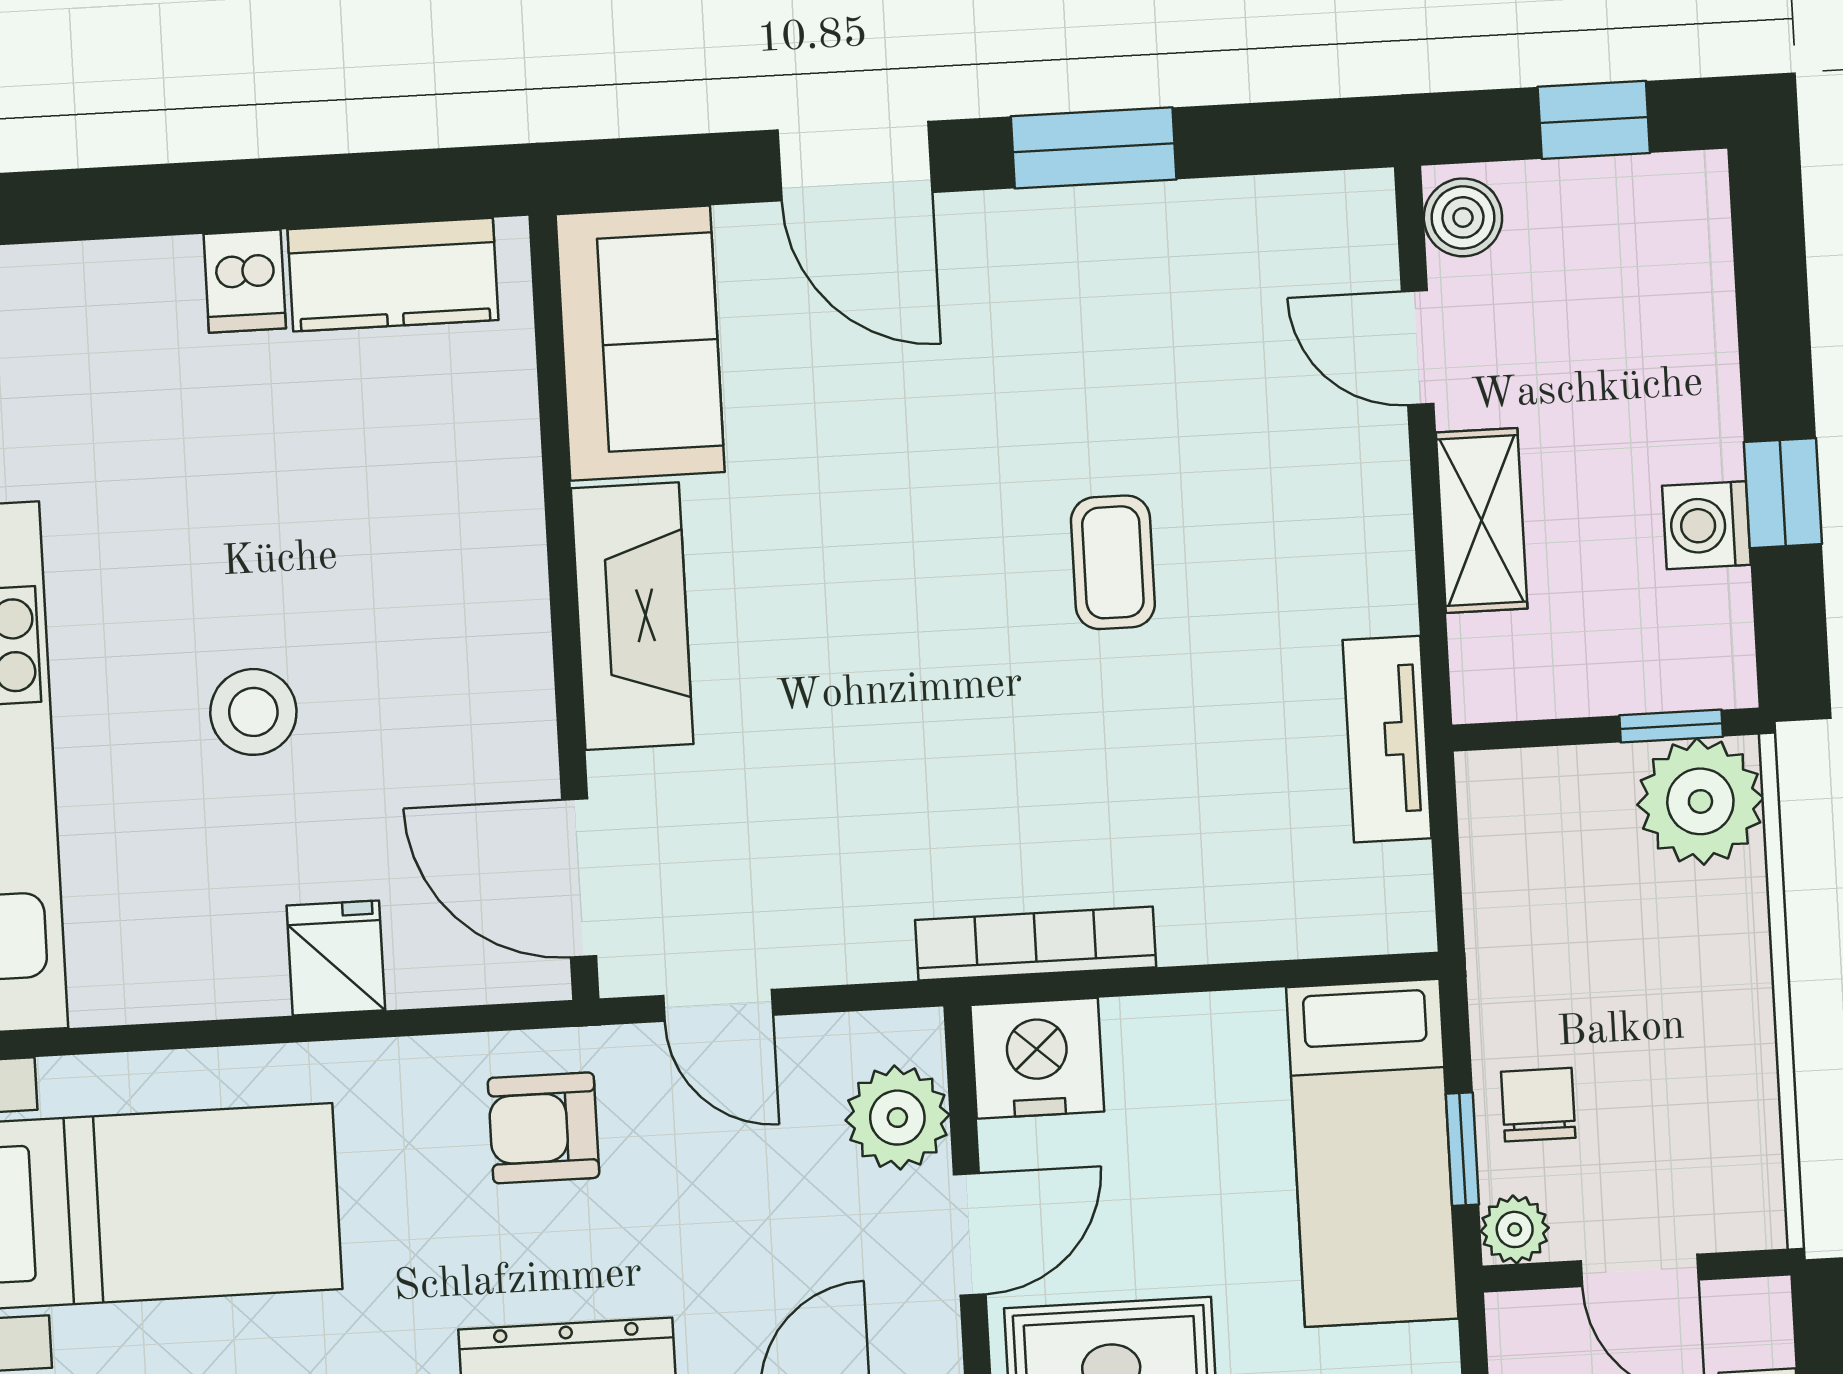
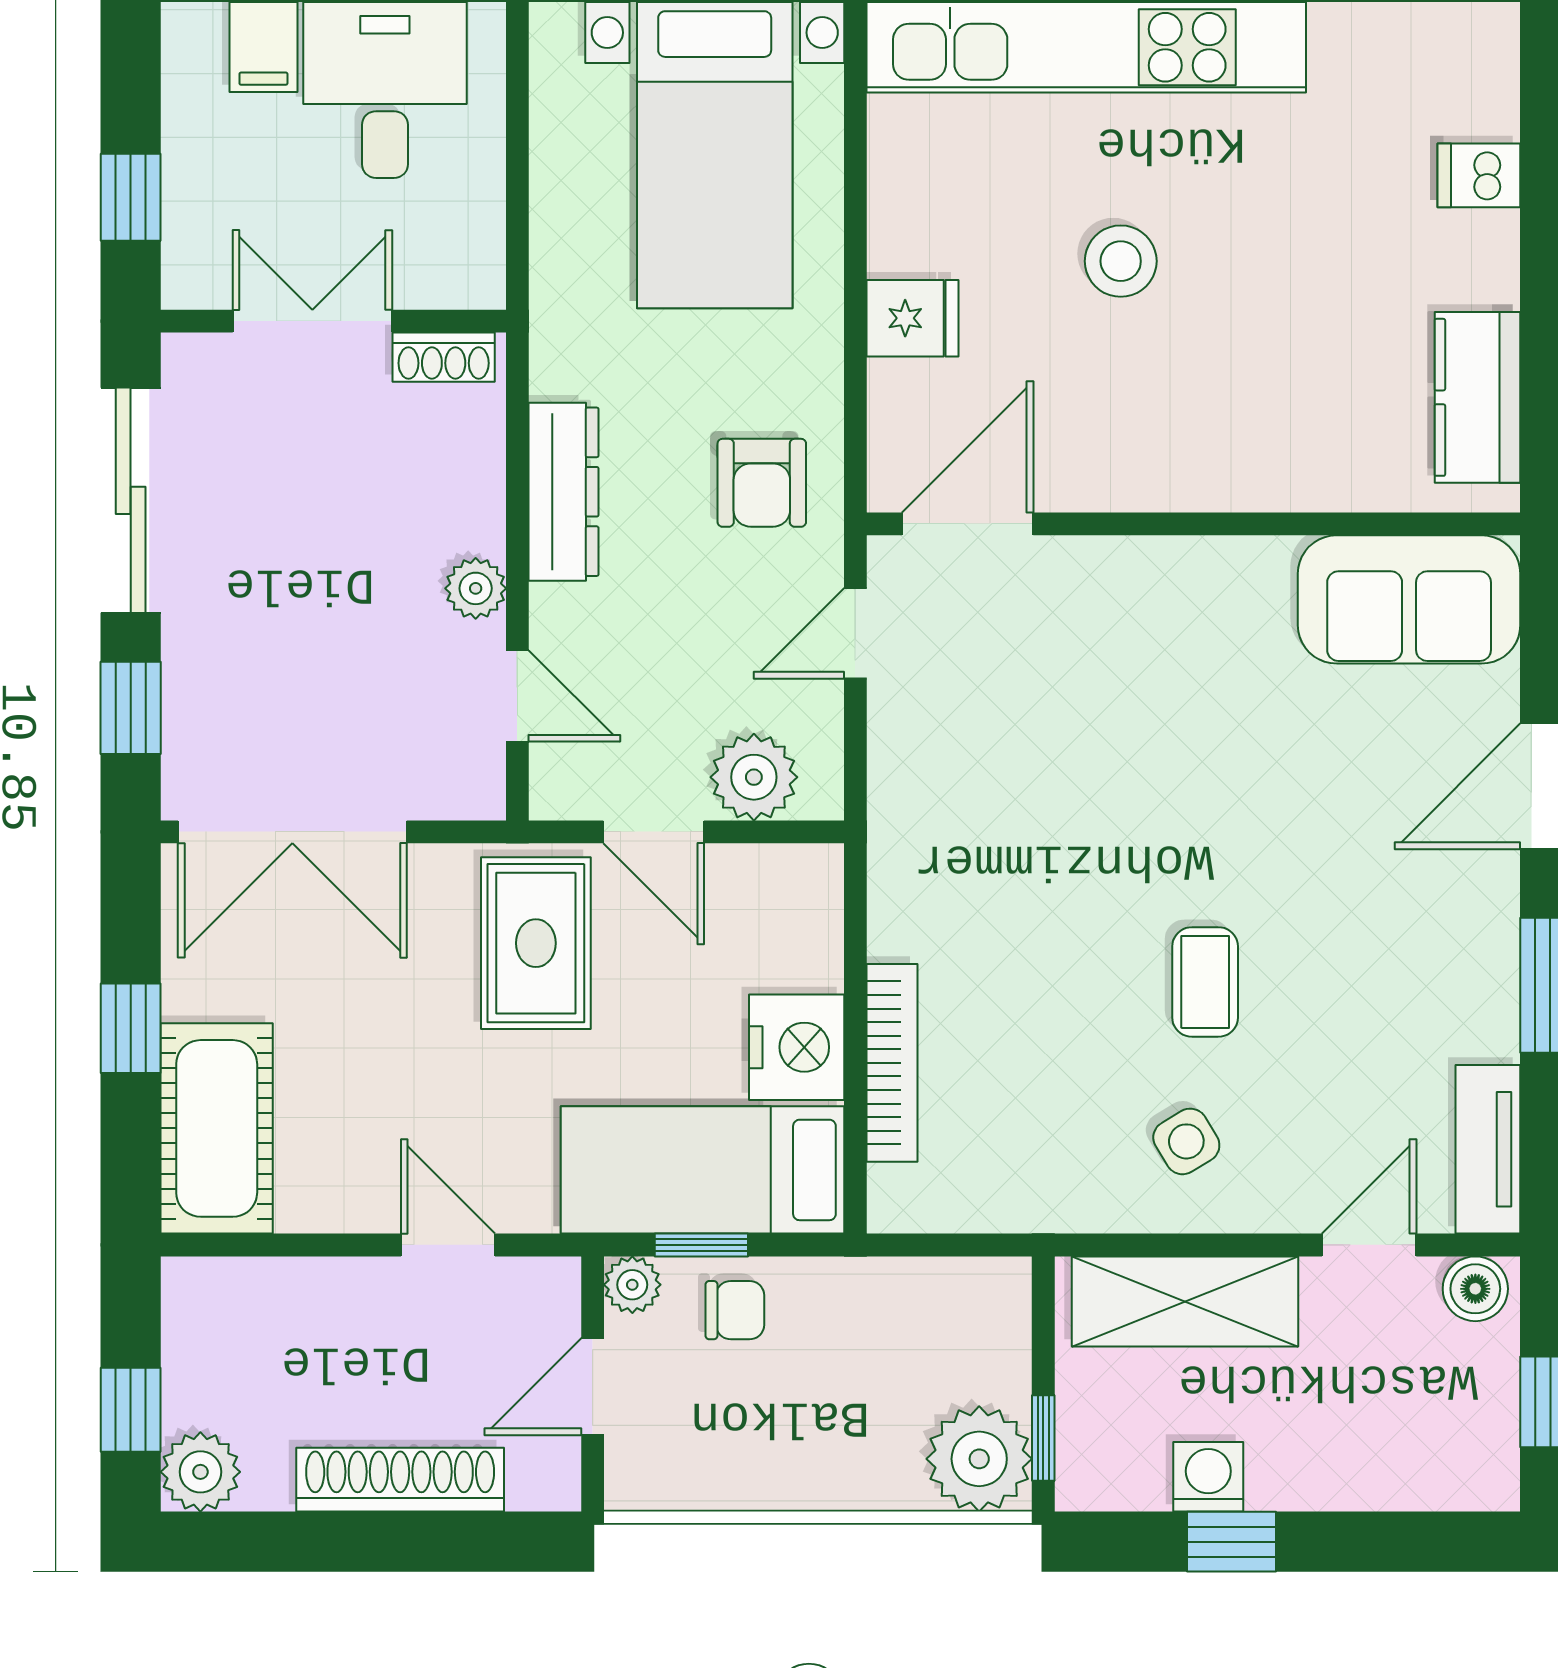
dishwasher: (245, 281) -> (1479, 175), moved
shelving: (1482, 521) -> (1185, 1301), width x1.50, depth x1.33
coffee table: (1113, 562) -> (1205, 982), turned 90
side table: (1306, 574) -> (1186, 1141), added
fireplace: (632, 616) -> (1183, 580), removed
tv unit: (1387, 739) -> (1488, 1149), moved, turned -90
bookcase: (1036, 944) -> (892, 1063), moved
nightstand: (1037, 1058) -> (797, 1047), moved
armchair: (544, 1128) -> (762, 483), turned 180

